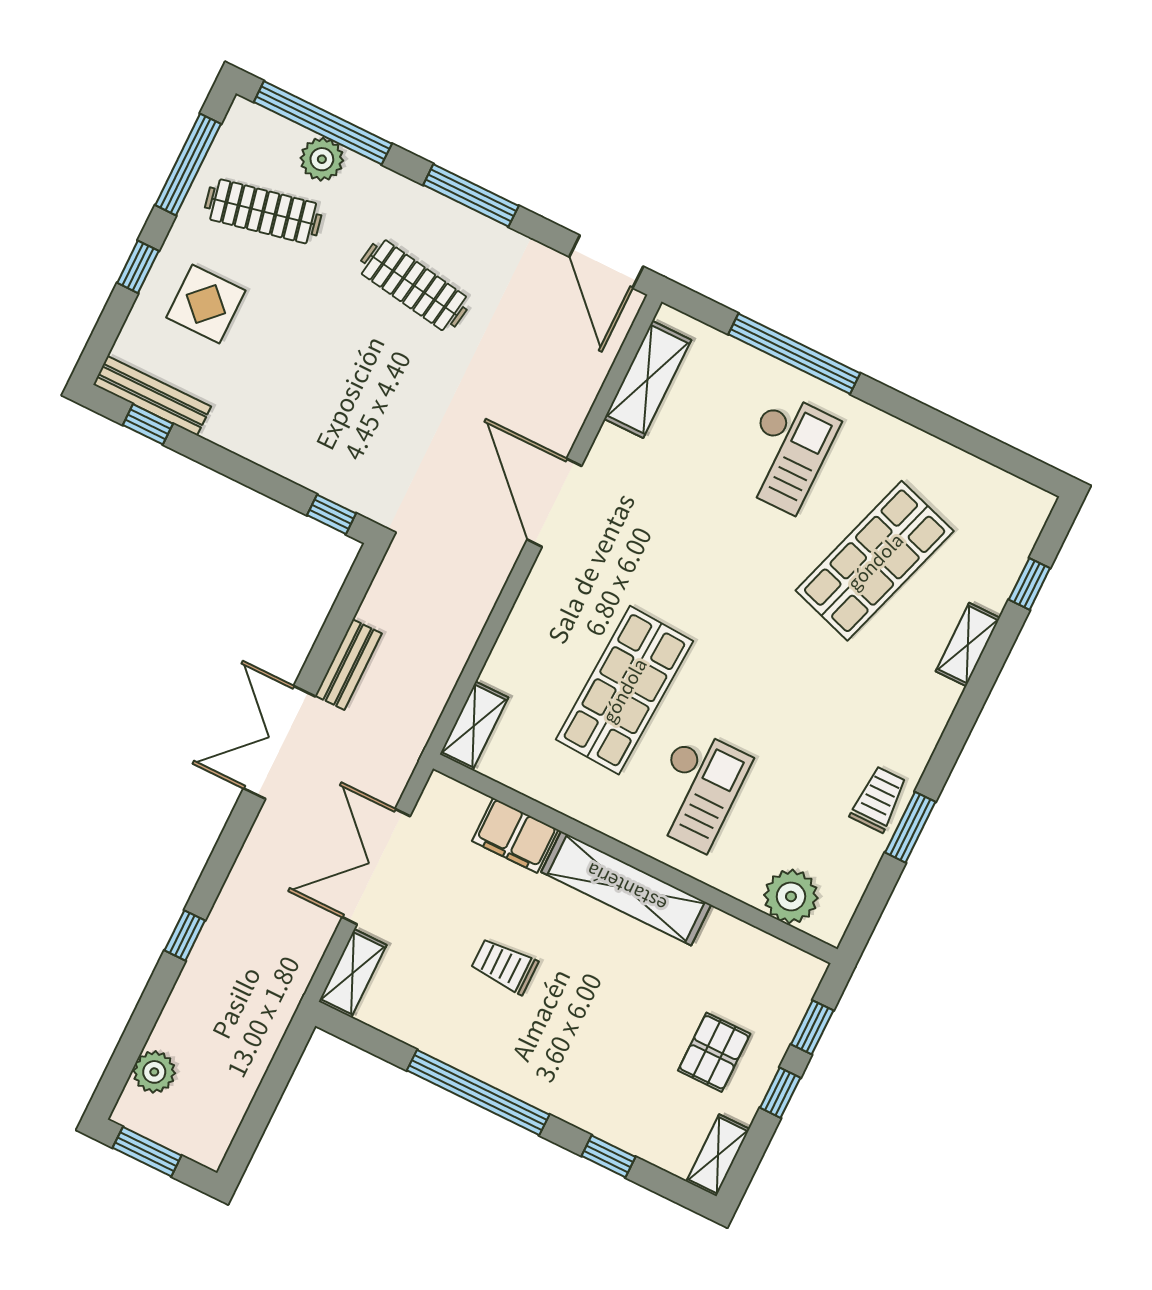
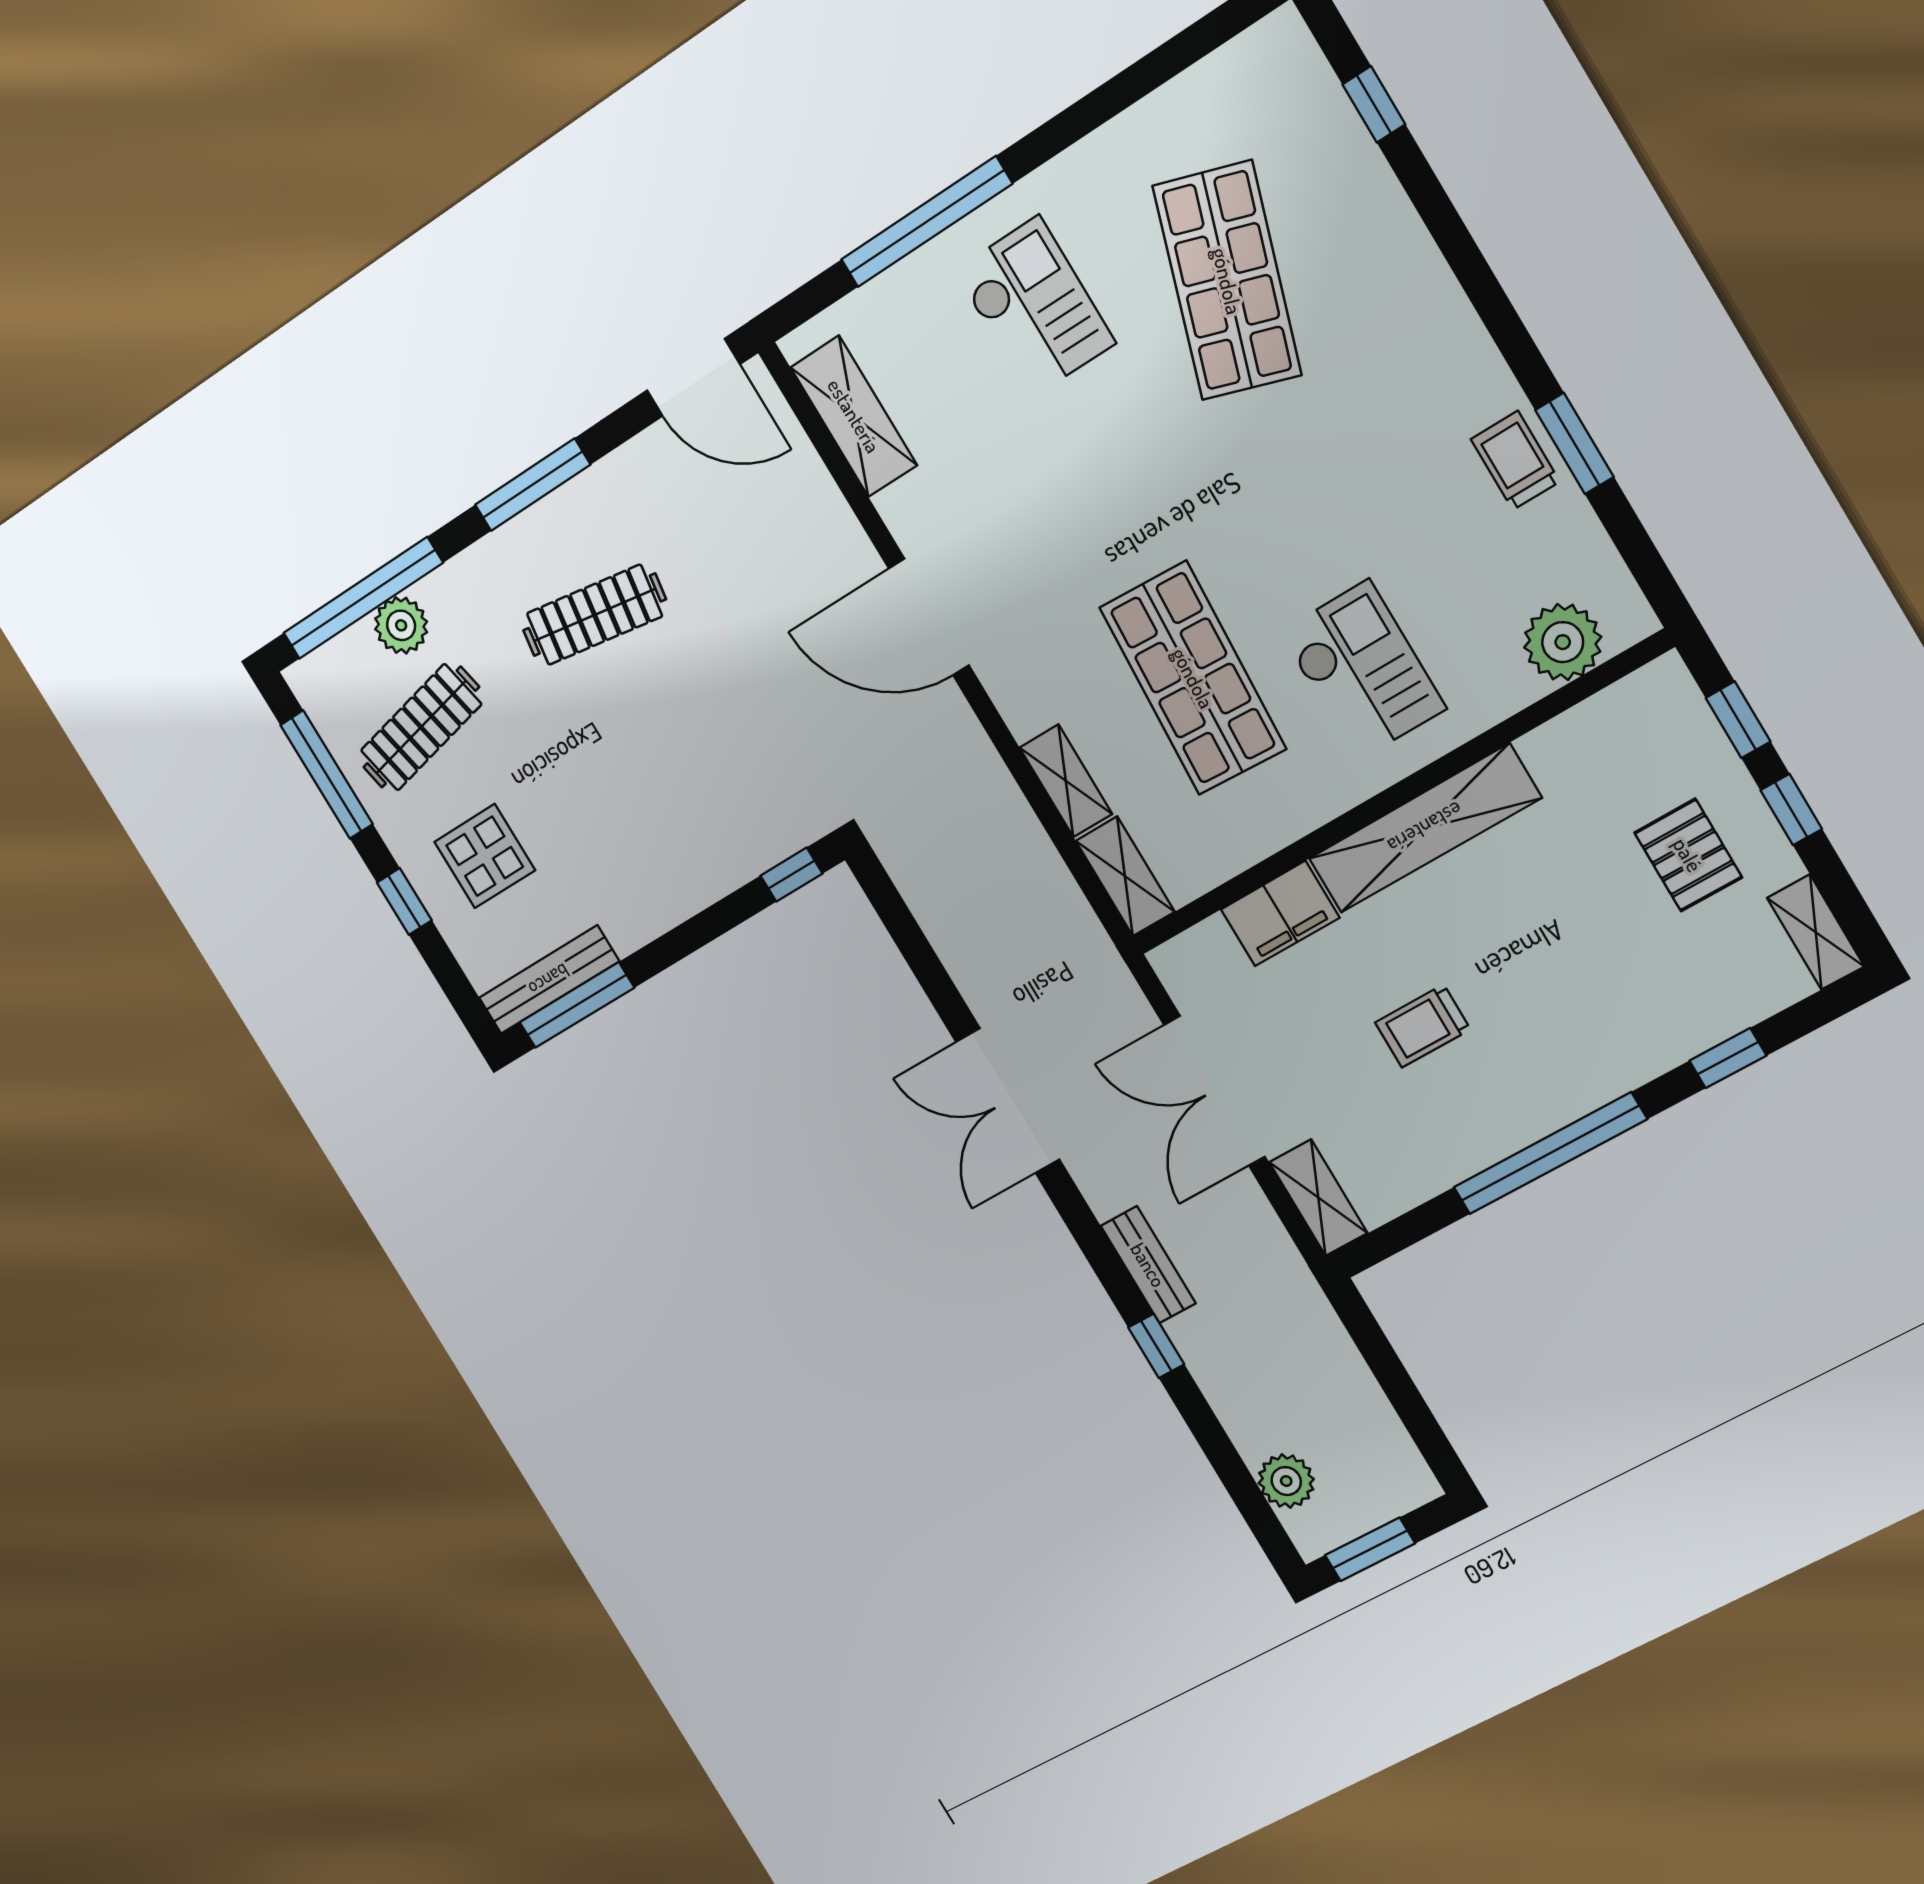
window: (148, 424) -> (577, 1005), width x2.17
shelving: (968, 645) -> (1066, 781), moved
bench: (348, 665) -> (1148, 1265), moved

